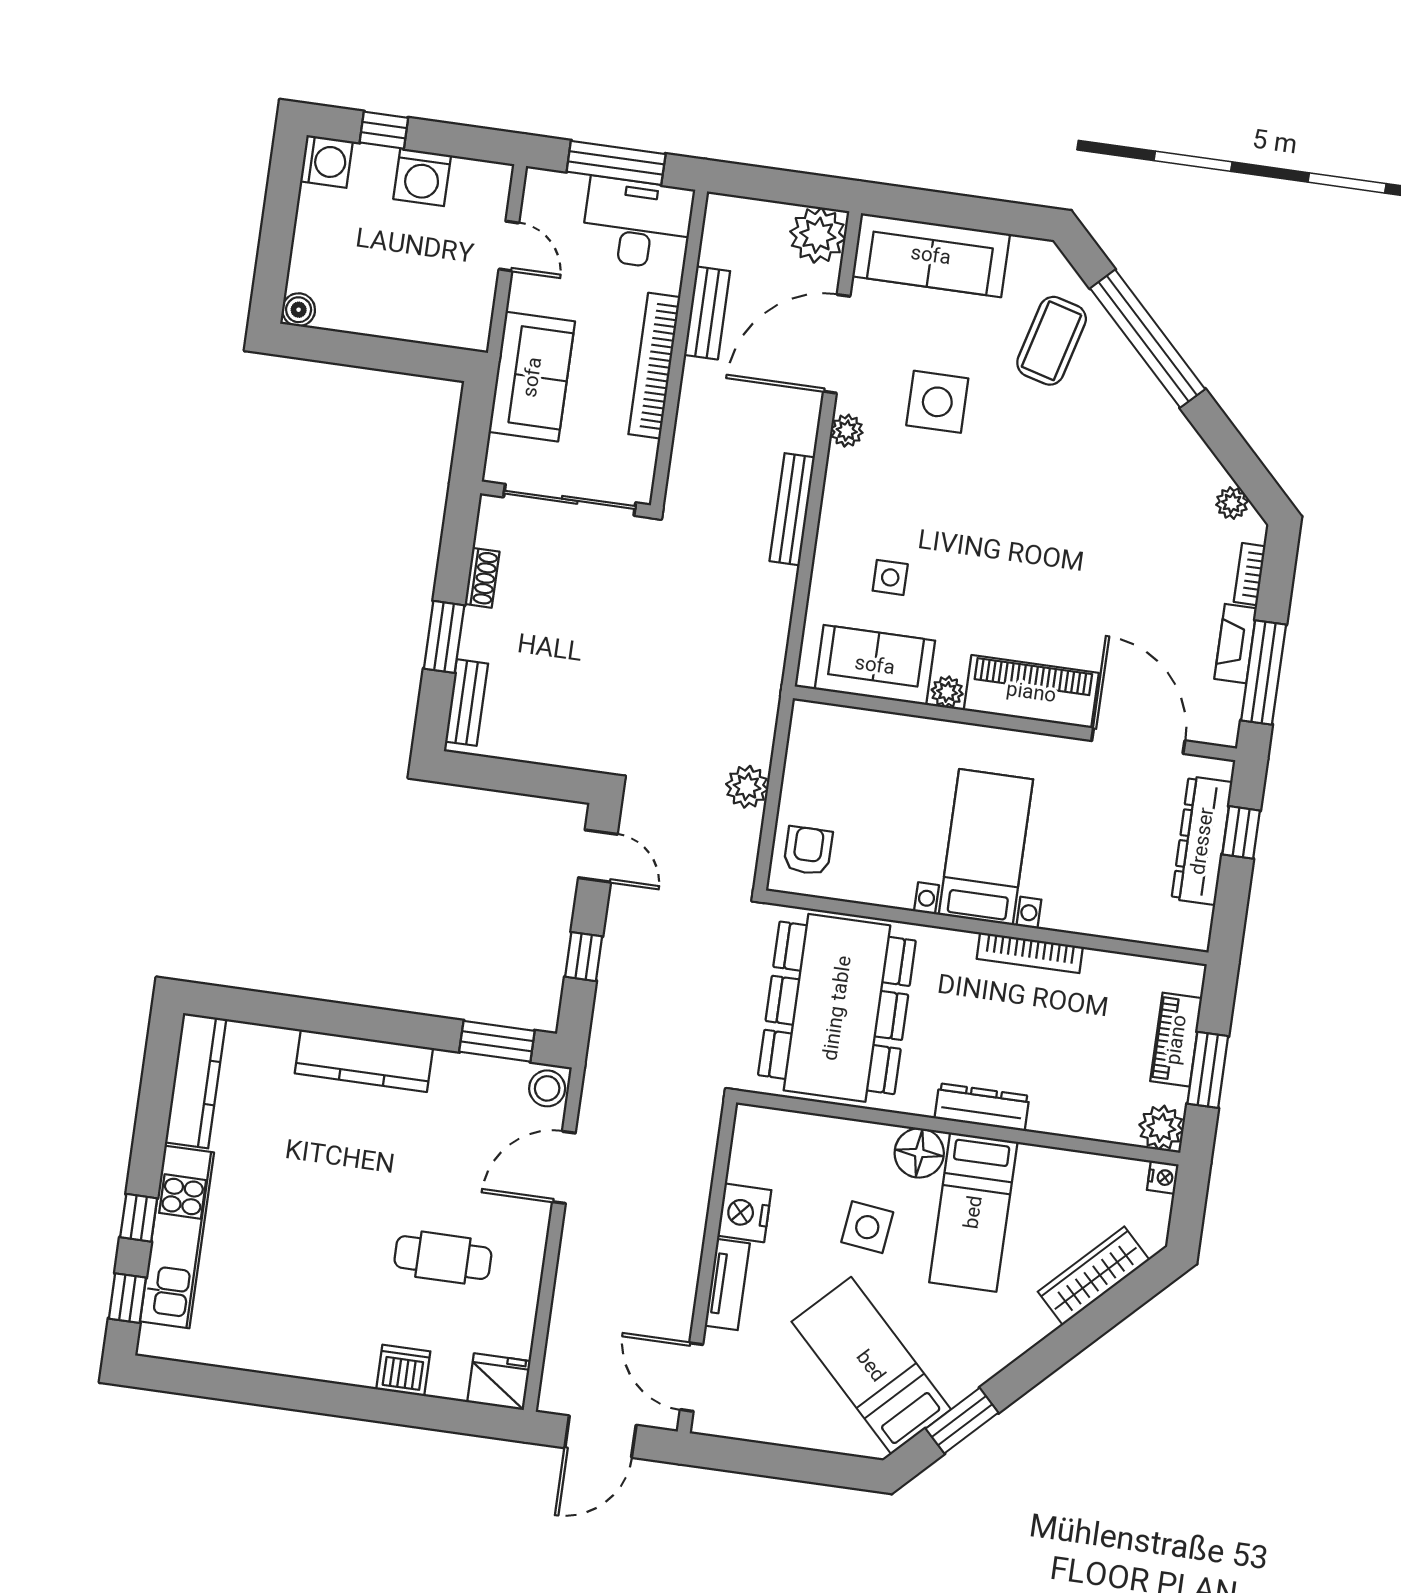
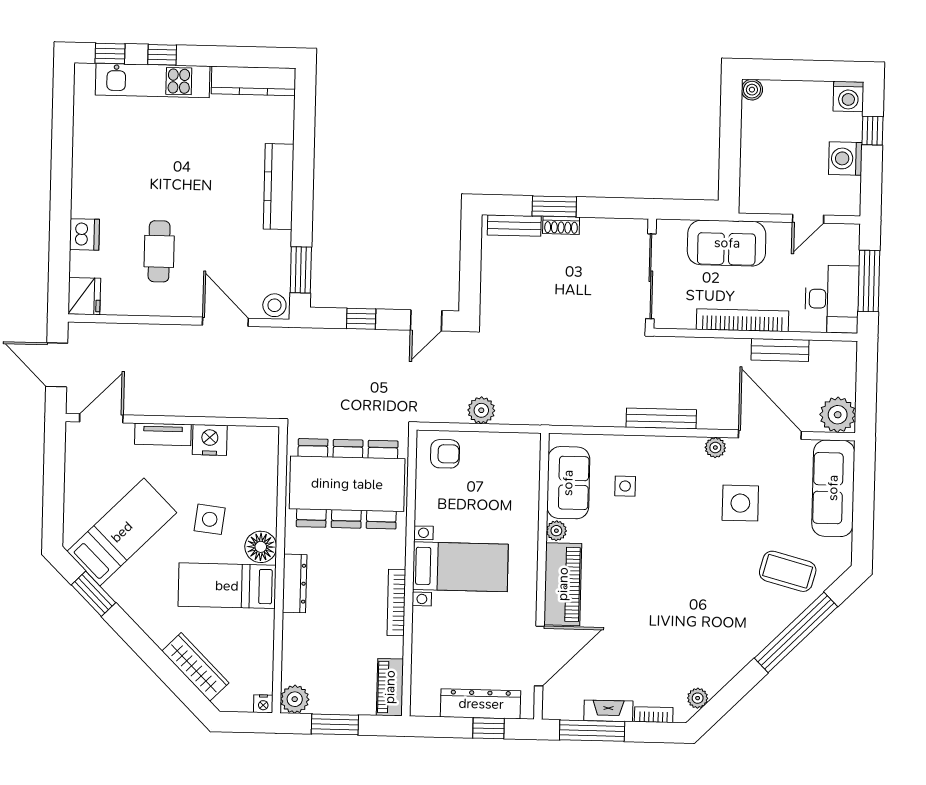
shoe rack: (482, 578) -> (561, 225), moved
piano: (1176, 1040) -> (390, 687), moved, turned -90

